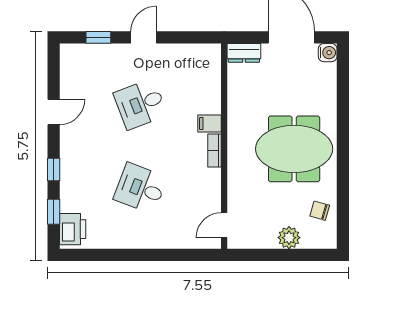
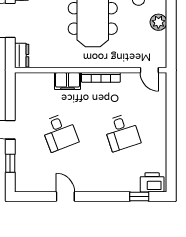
filing cabinet: (210, 124) -> (67, 81), width x2.00
bookcase: (215, 150) -> (101, 77), width x1.56
window: (54, 170) -> (108, 196), removed
desk: (140, 188) -> (122, 132), turned -39

